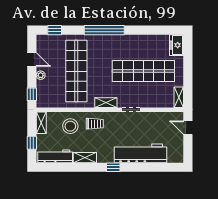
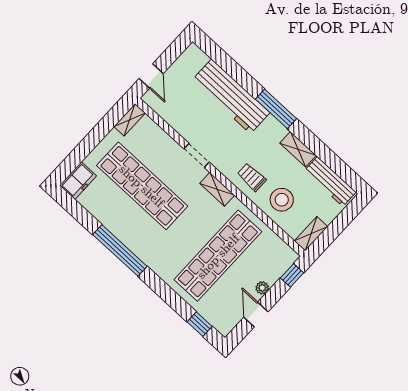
window: (104, 30) -> (120, 250), moved
window: (32, 143) -> (342, 221), removed
window: (113, 167) -> (276, 109), width x2.17

